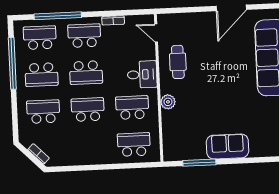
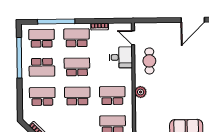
school desk: (86, 73) -> (77, 67), turned 180
desk: (142, 75) -> (121, 57), moved

